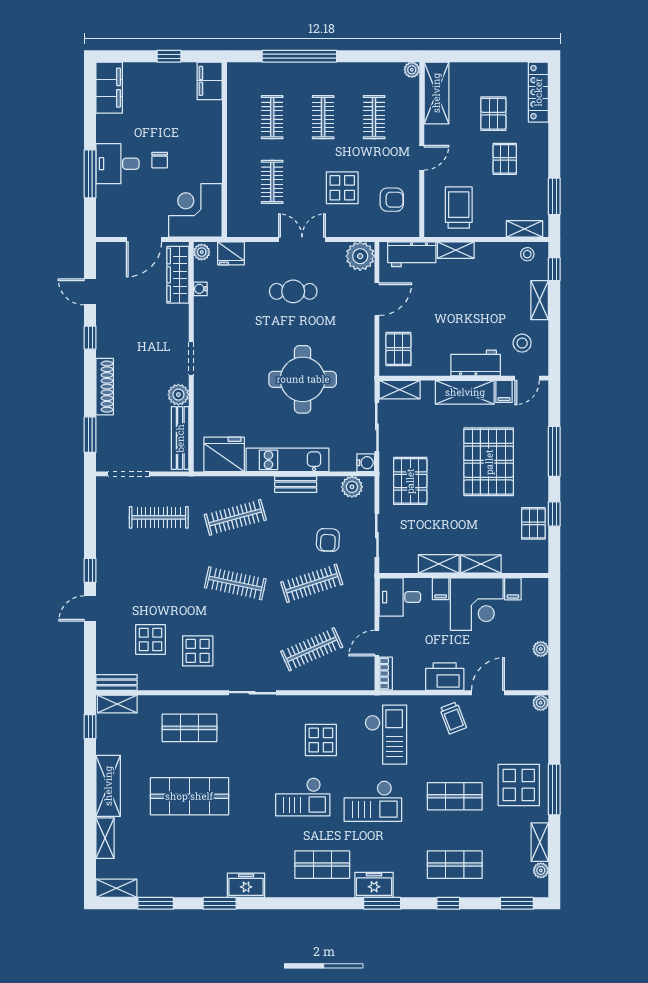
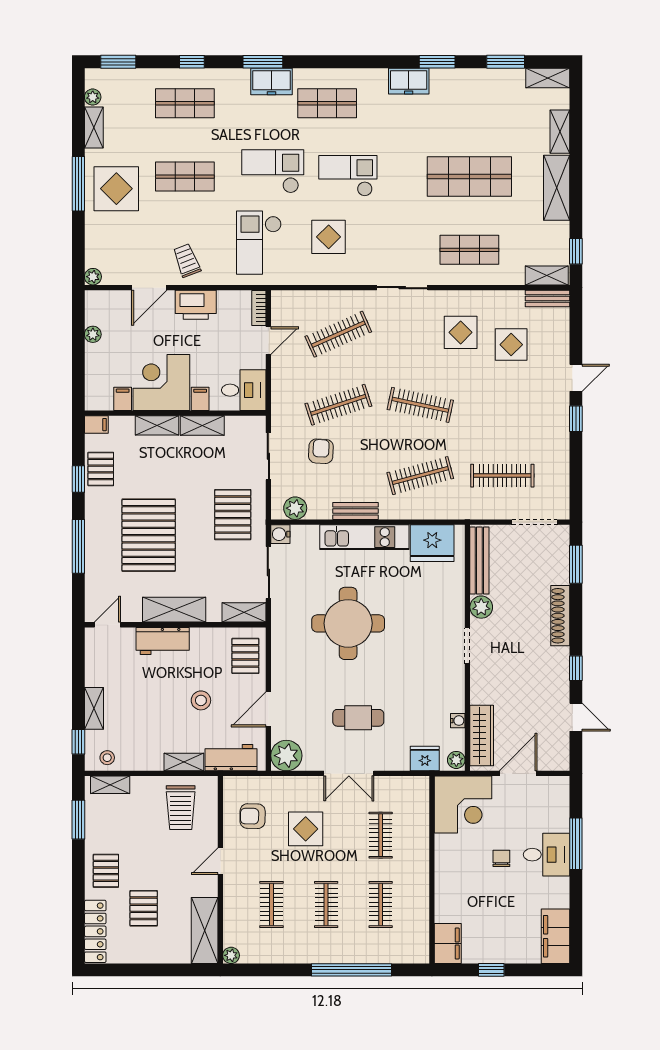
pallet: (505, 159) -> (106, 871), moved
stool: (522, 343) -> (201, 700), moved
filing cabinet: (504, 391) -> (96, 425), moved, turned 90

